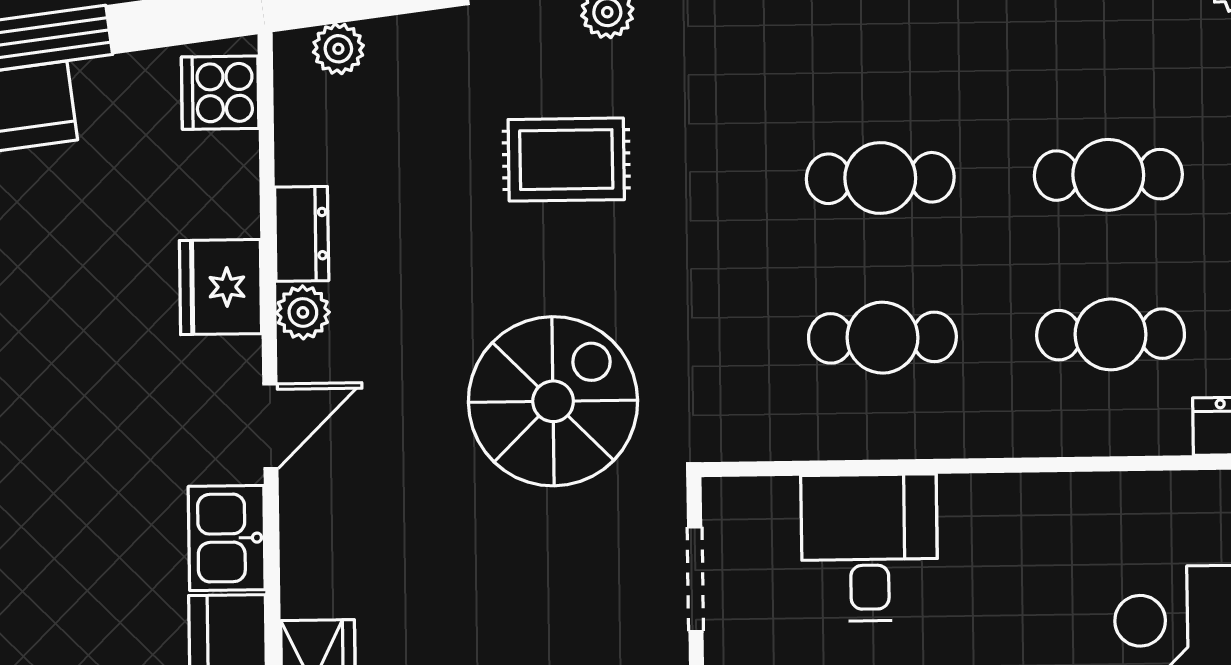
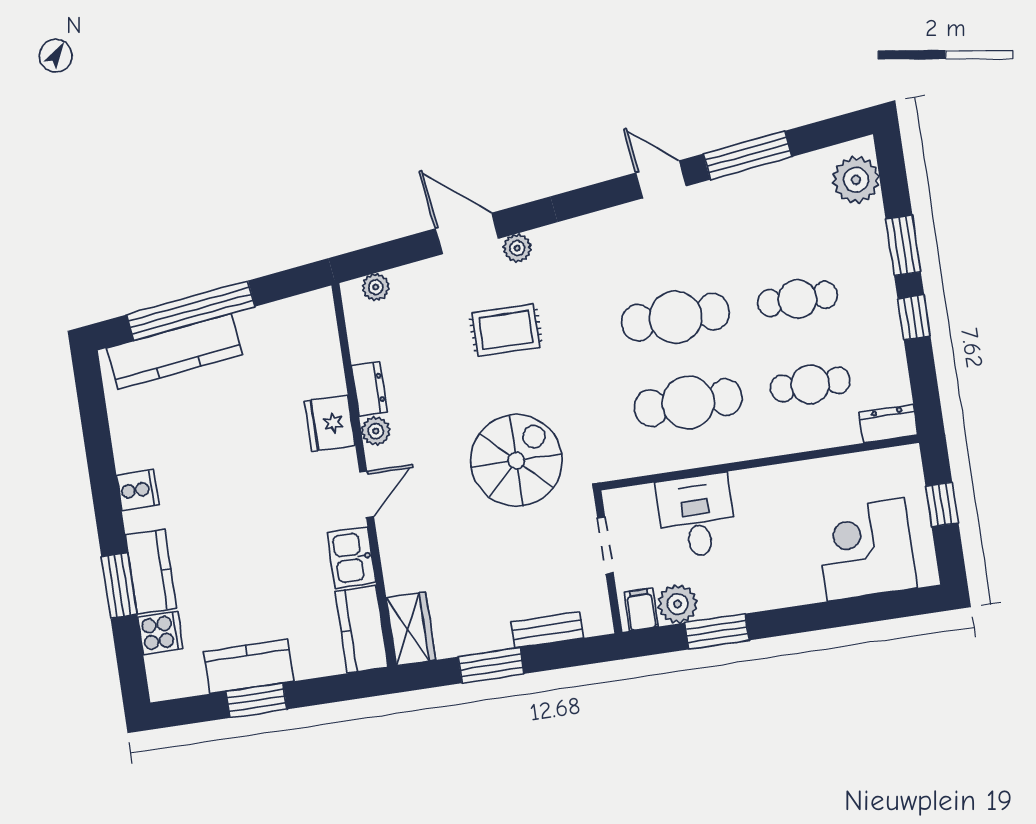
cooker: (220, 93) -> (316, 319), removed
cafe table: (880, 178) -> (675, 317), width x1.37, depth x1.35
cafe table: (882, 338) -> (688, 403), width x1.37, depth x1.35

